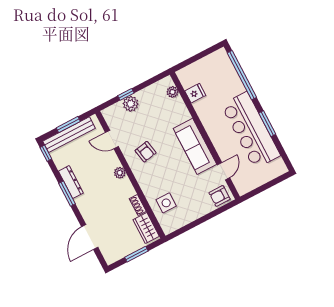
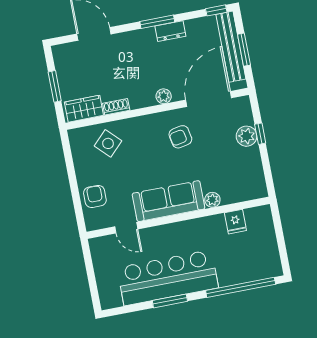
plant: (173, 92) -> (212, 200), moved
door: (112, 139) -> (209, 99), width x1.88
dresser: (71, 182) -> (170, 31), width x0.70
armchair: (220, 196) -> (95, 196), moved
side table: (166, 203) -> (108, 143), turned 45

